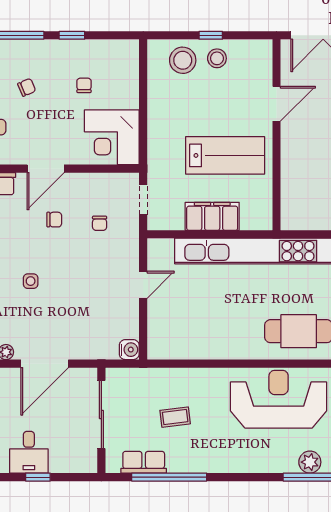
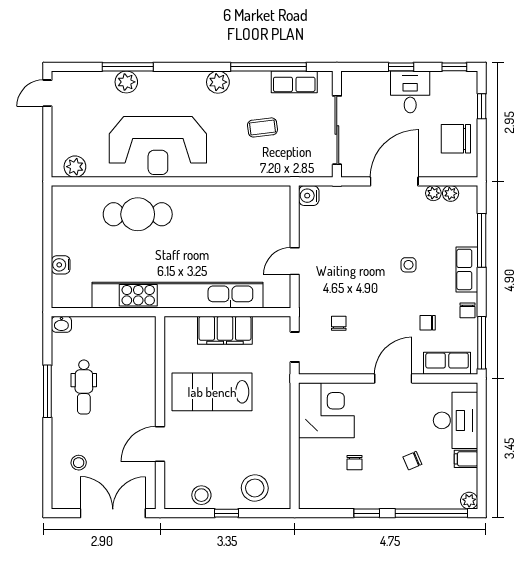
stool: (217, 58) -> (201, 495), moved
chair: (54, 220) -> (428, 323), moved
plant: (219, 462) -> (218, 82), added

